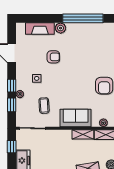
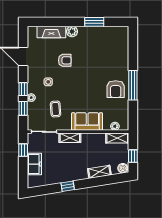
window: (83, 18) -> (94, 22), width x0.47
shelving: (83, 134) -> (70, 138), moved

